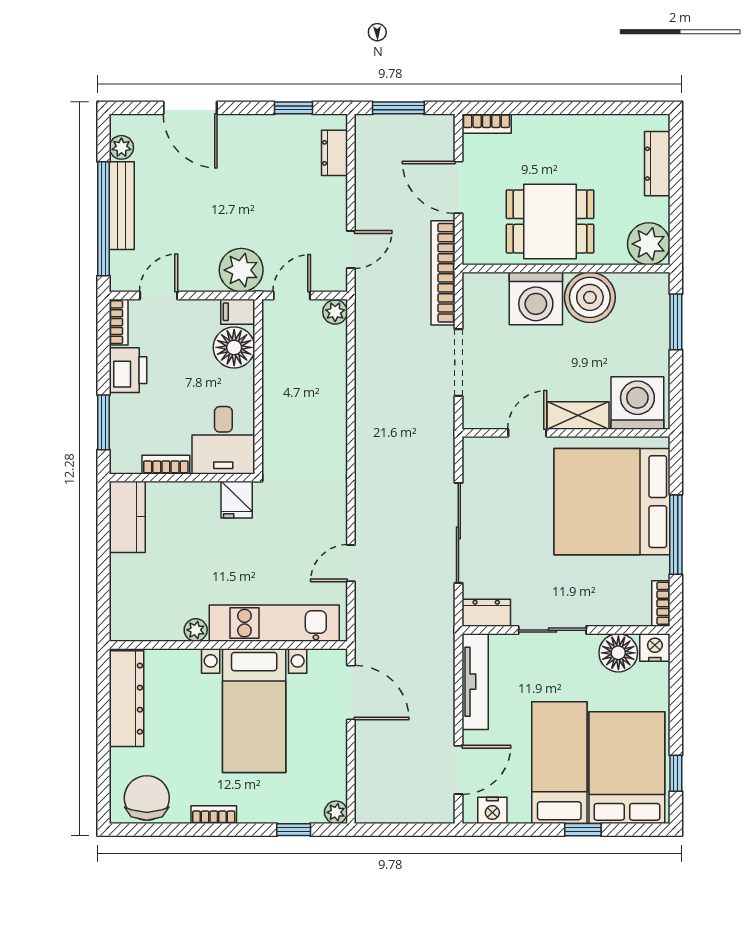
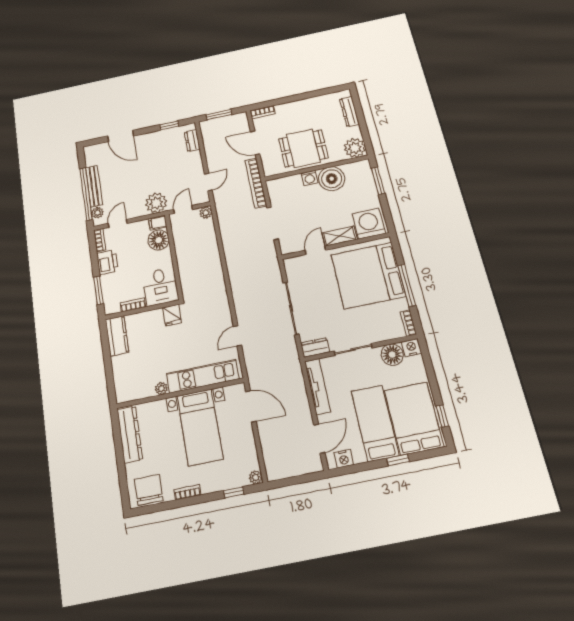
plant: (121, 147) -> (97, 213), moved
washing machine: (536, 299) -> (310, 178), width x0.53, depth x0.53

